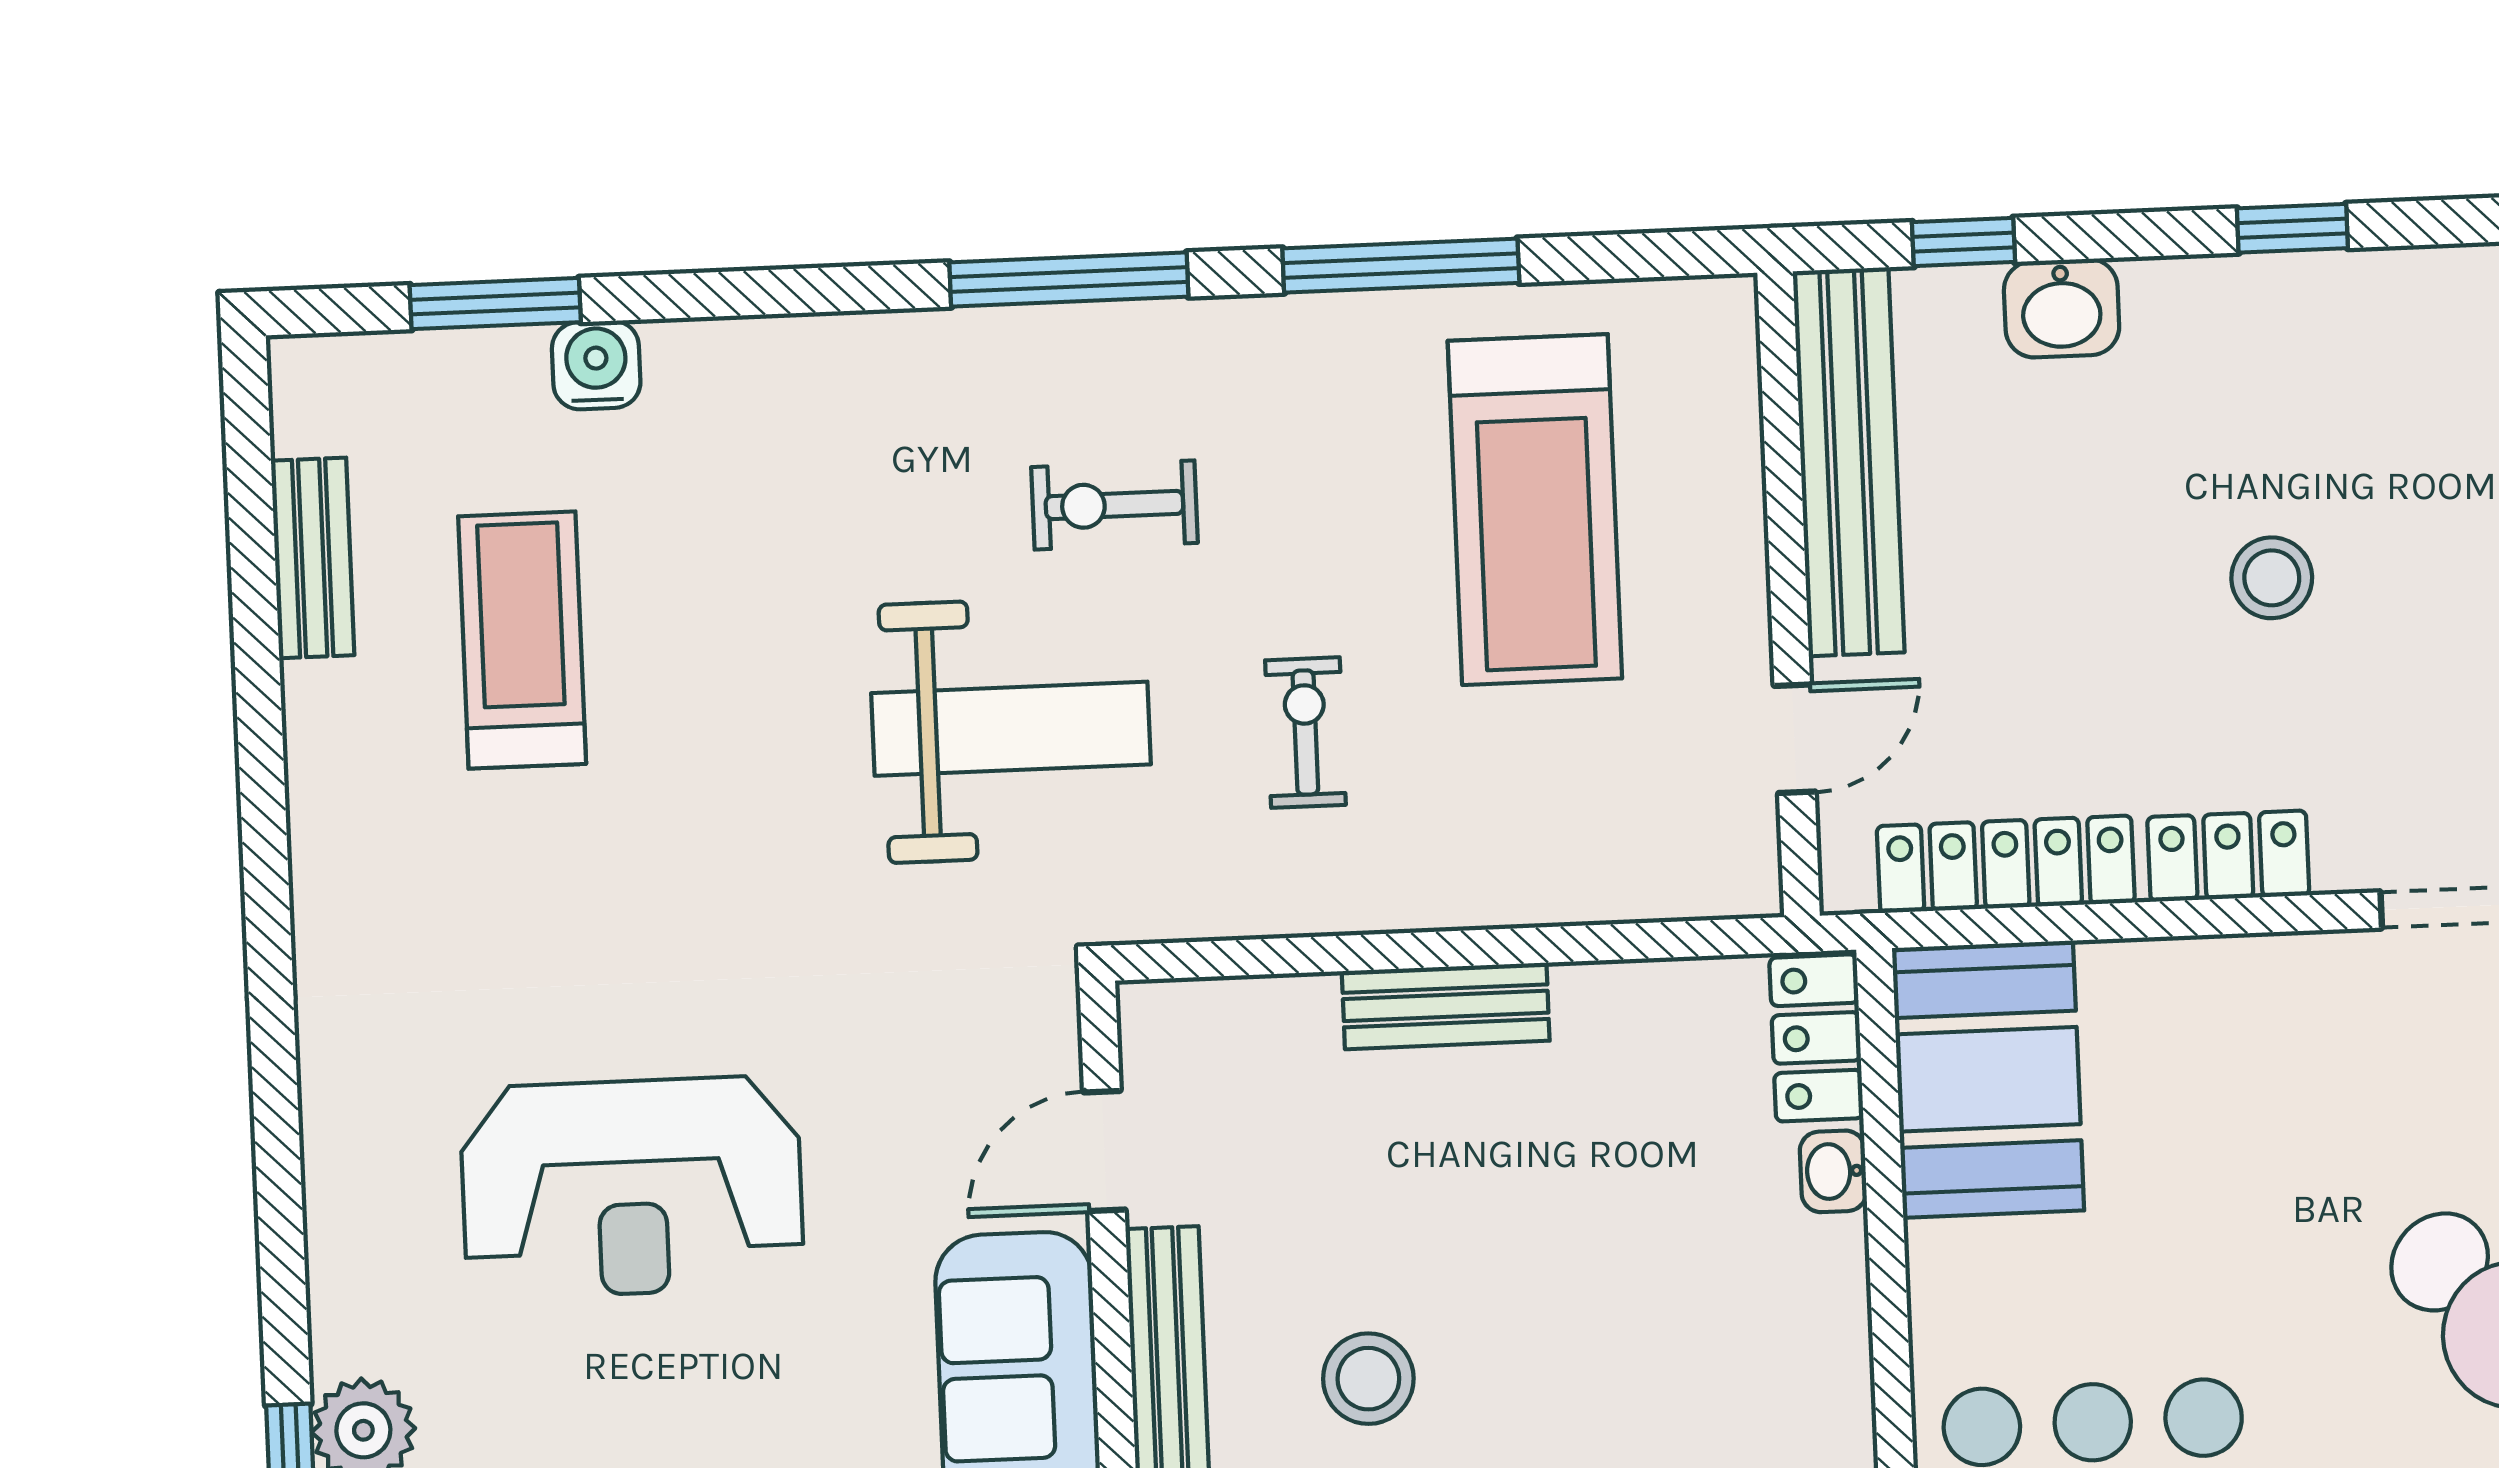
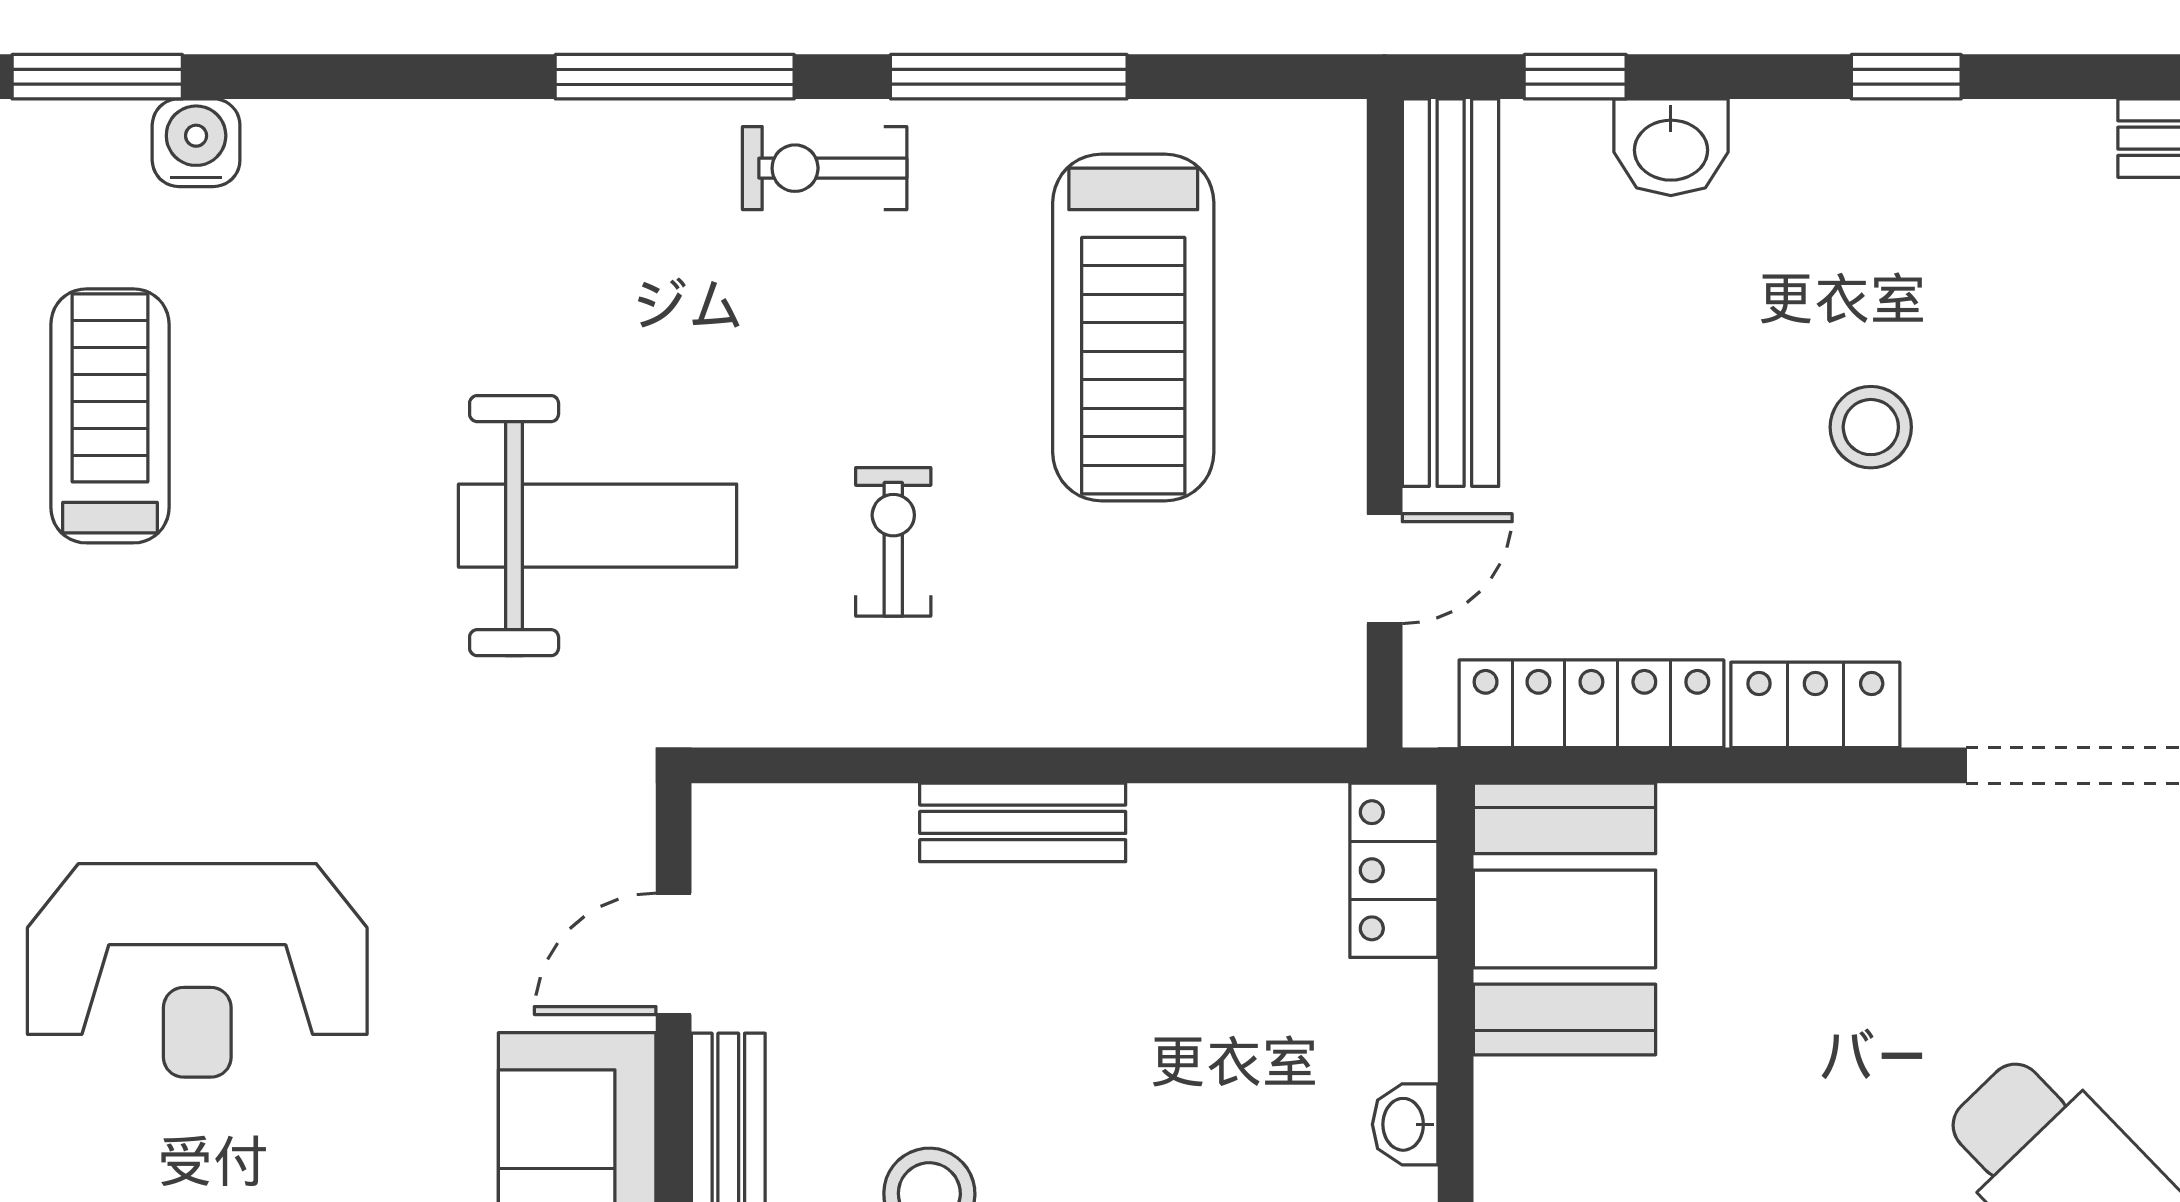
exercise bike: (1114, 505) -> (825, 168), moved
washbasin: (1833, 1171) -> (1405, 1124), moved

